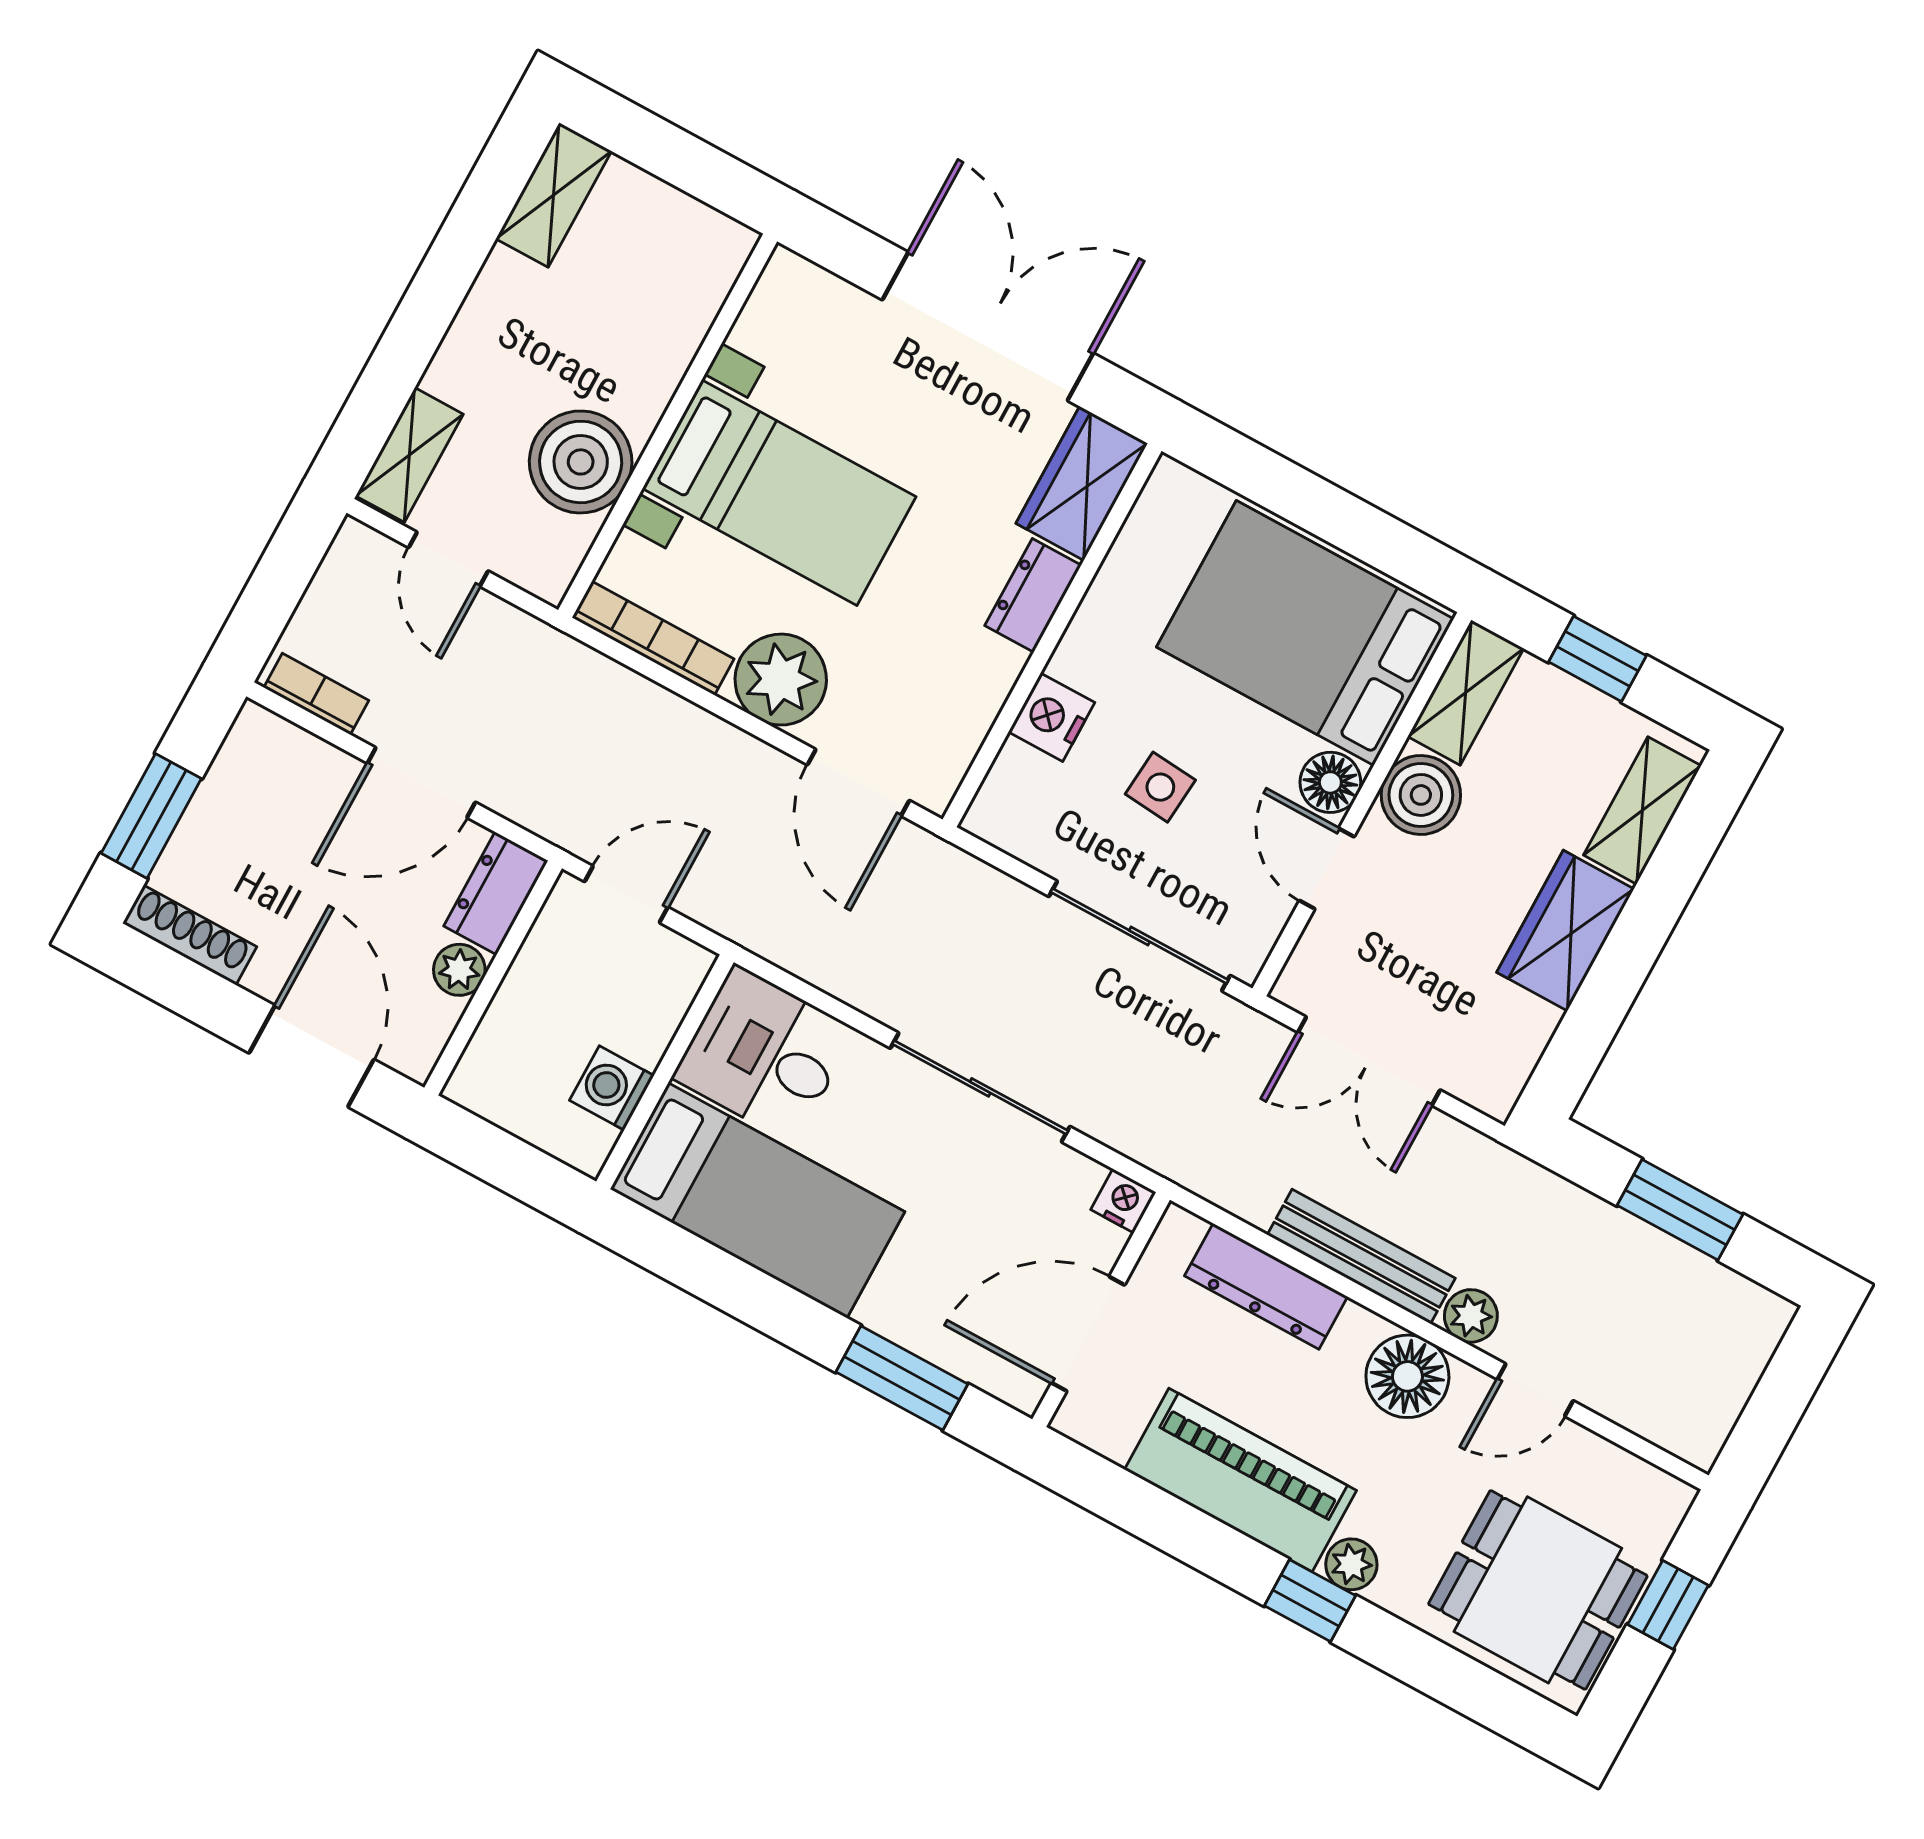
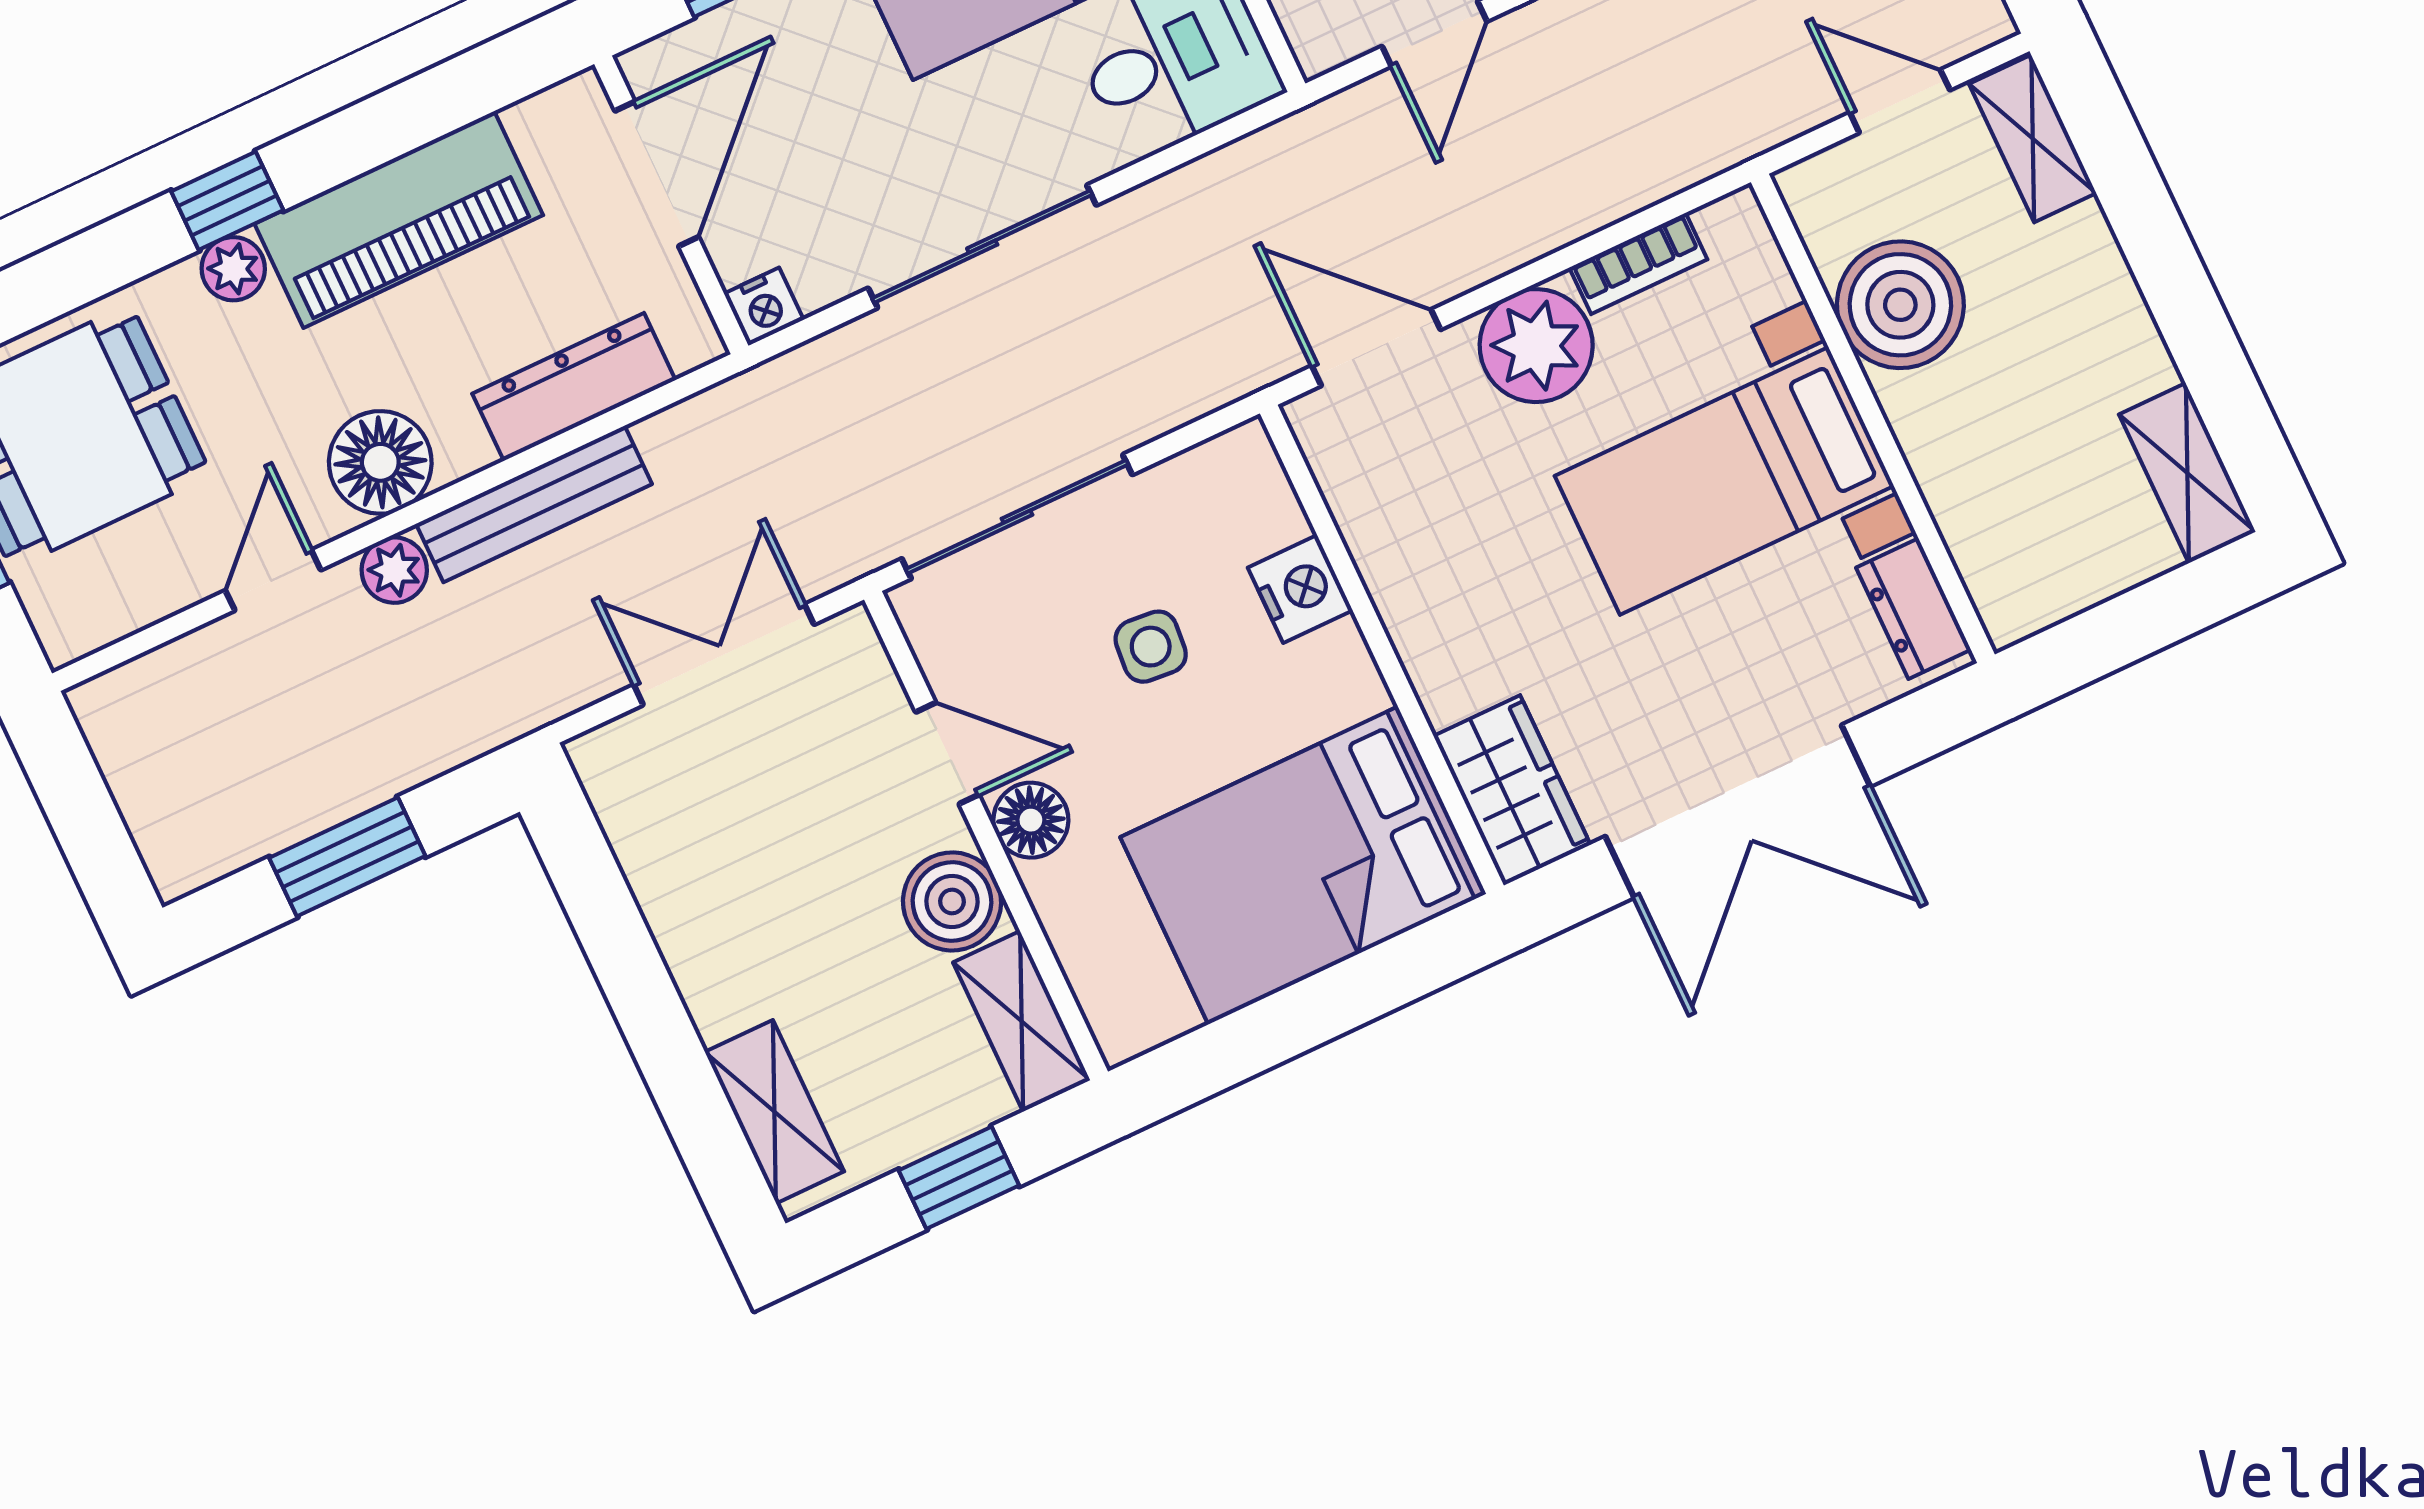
dresser: (1033, 595) -> (1913, 609), moved, turned 180
bed: (1305, 633) -> (1303, 866), moved, turned 180
bookcase: (653, 638) -> (1638, 263), width x0.64
wardrobe: (1565, 931) -> (710, 947), removed

